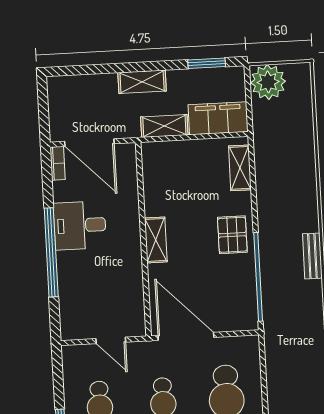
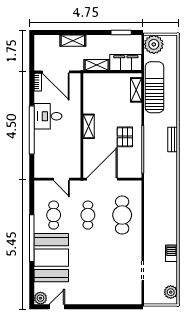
shelving: (142, 82) -> (73, 41), moved
sun lounger: (274, 161) -> (154, 87), added
pallet: (232, 235) -> (125, 137), moved
door: (186, 336) -> (102, 179), hinge flipped

